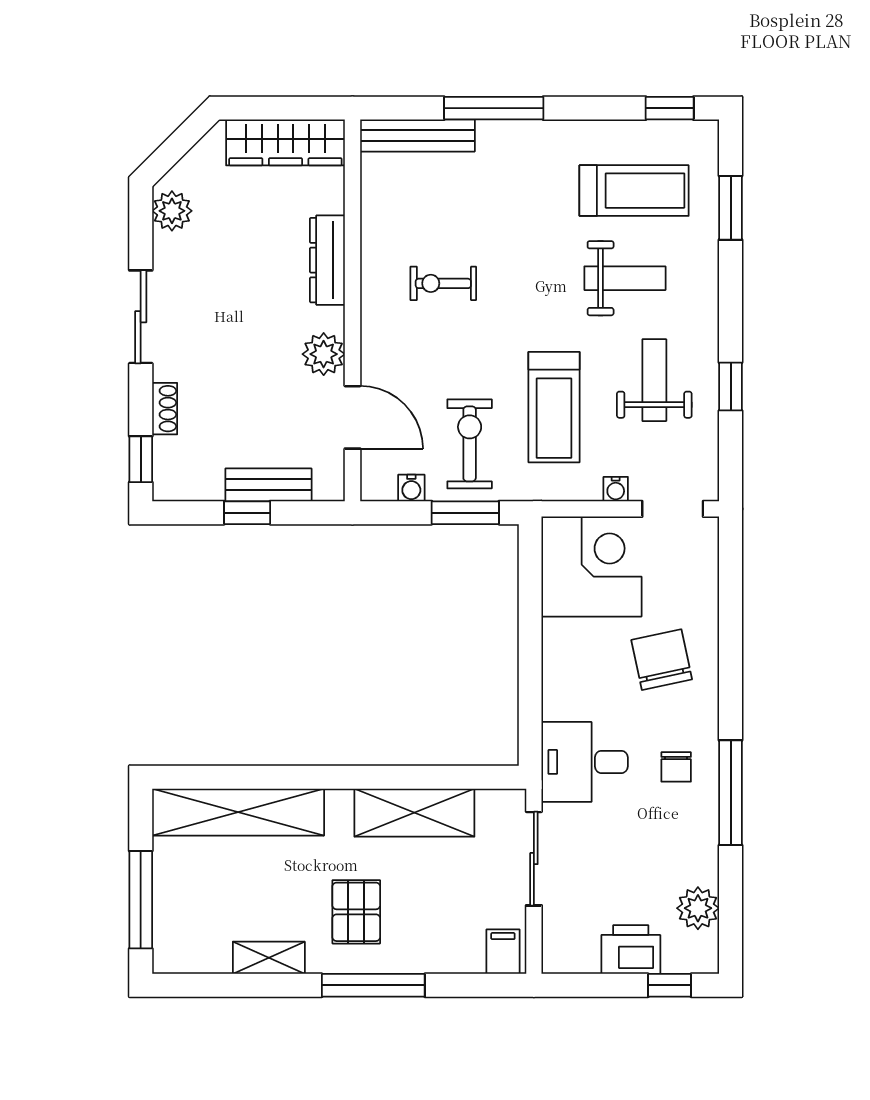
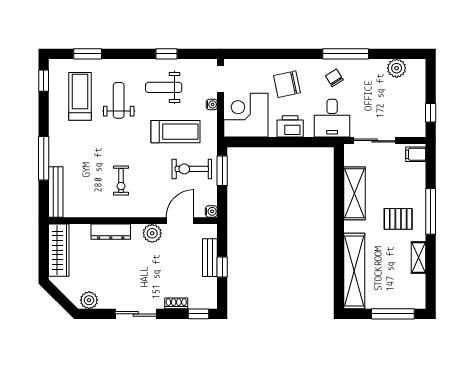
water cooler: (411, 488) -> (211, 211), moved
chair: (676, 767) -> (334, 78), turned -122
printer: (631, 950) -> (290, 126), moved, turned 90
window: (670, 985) -> (431, 113), moved

